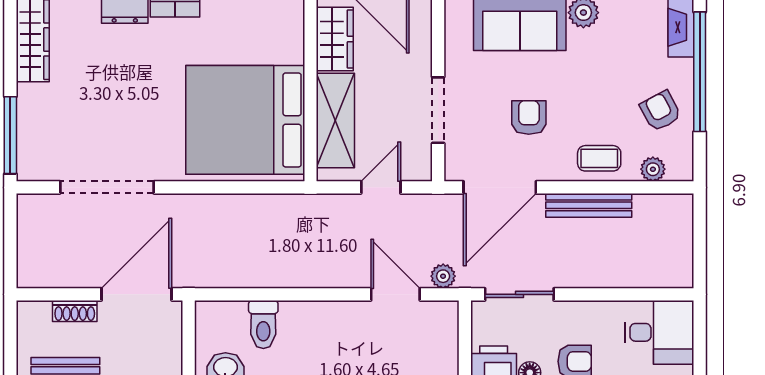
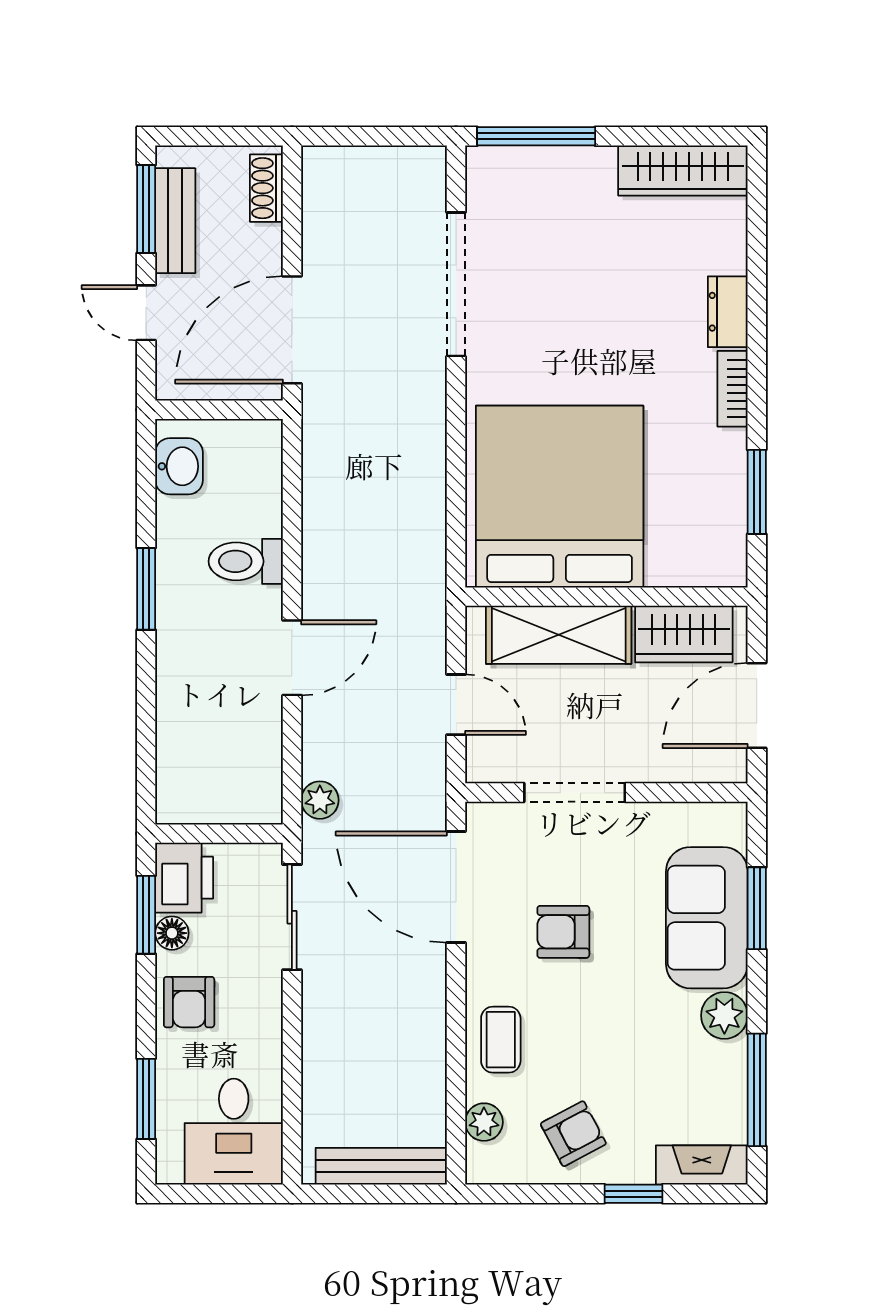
window: (700, 72) -> (633, 1194), width x0.32
armchair: (529, 118) -> (563, 932), turned 180
bench: (589, 205) -> (381, 1166), moved, turned 90
door: (137, 294) -> (292, 330), swing flipped
door: (395, 294) -> (292, 658), moved
shoe rack: (75, 311) -> (266, 188), moved
toilet: (263, 325) -> (246, 561), moved

